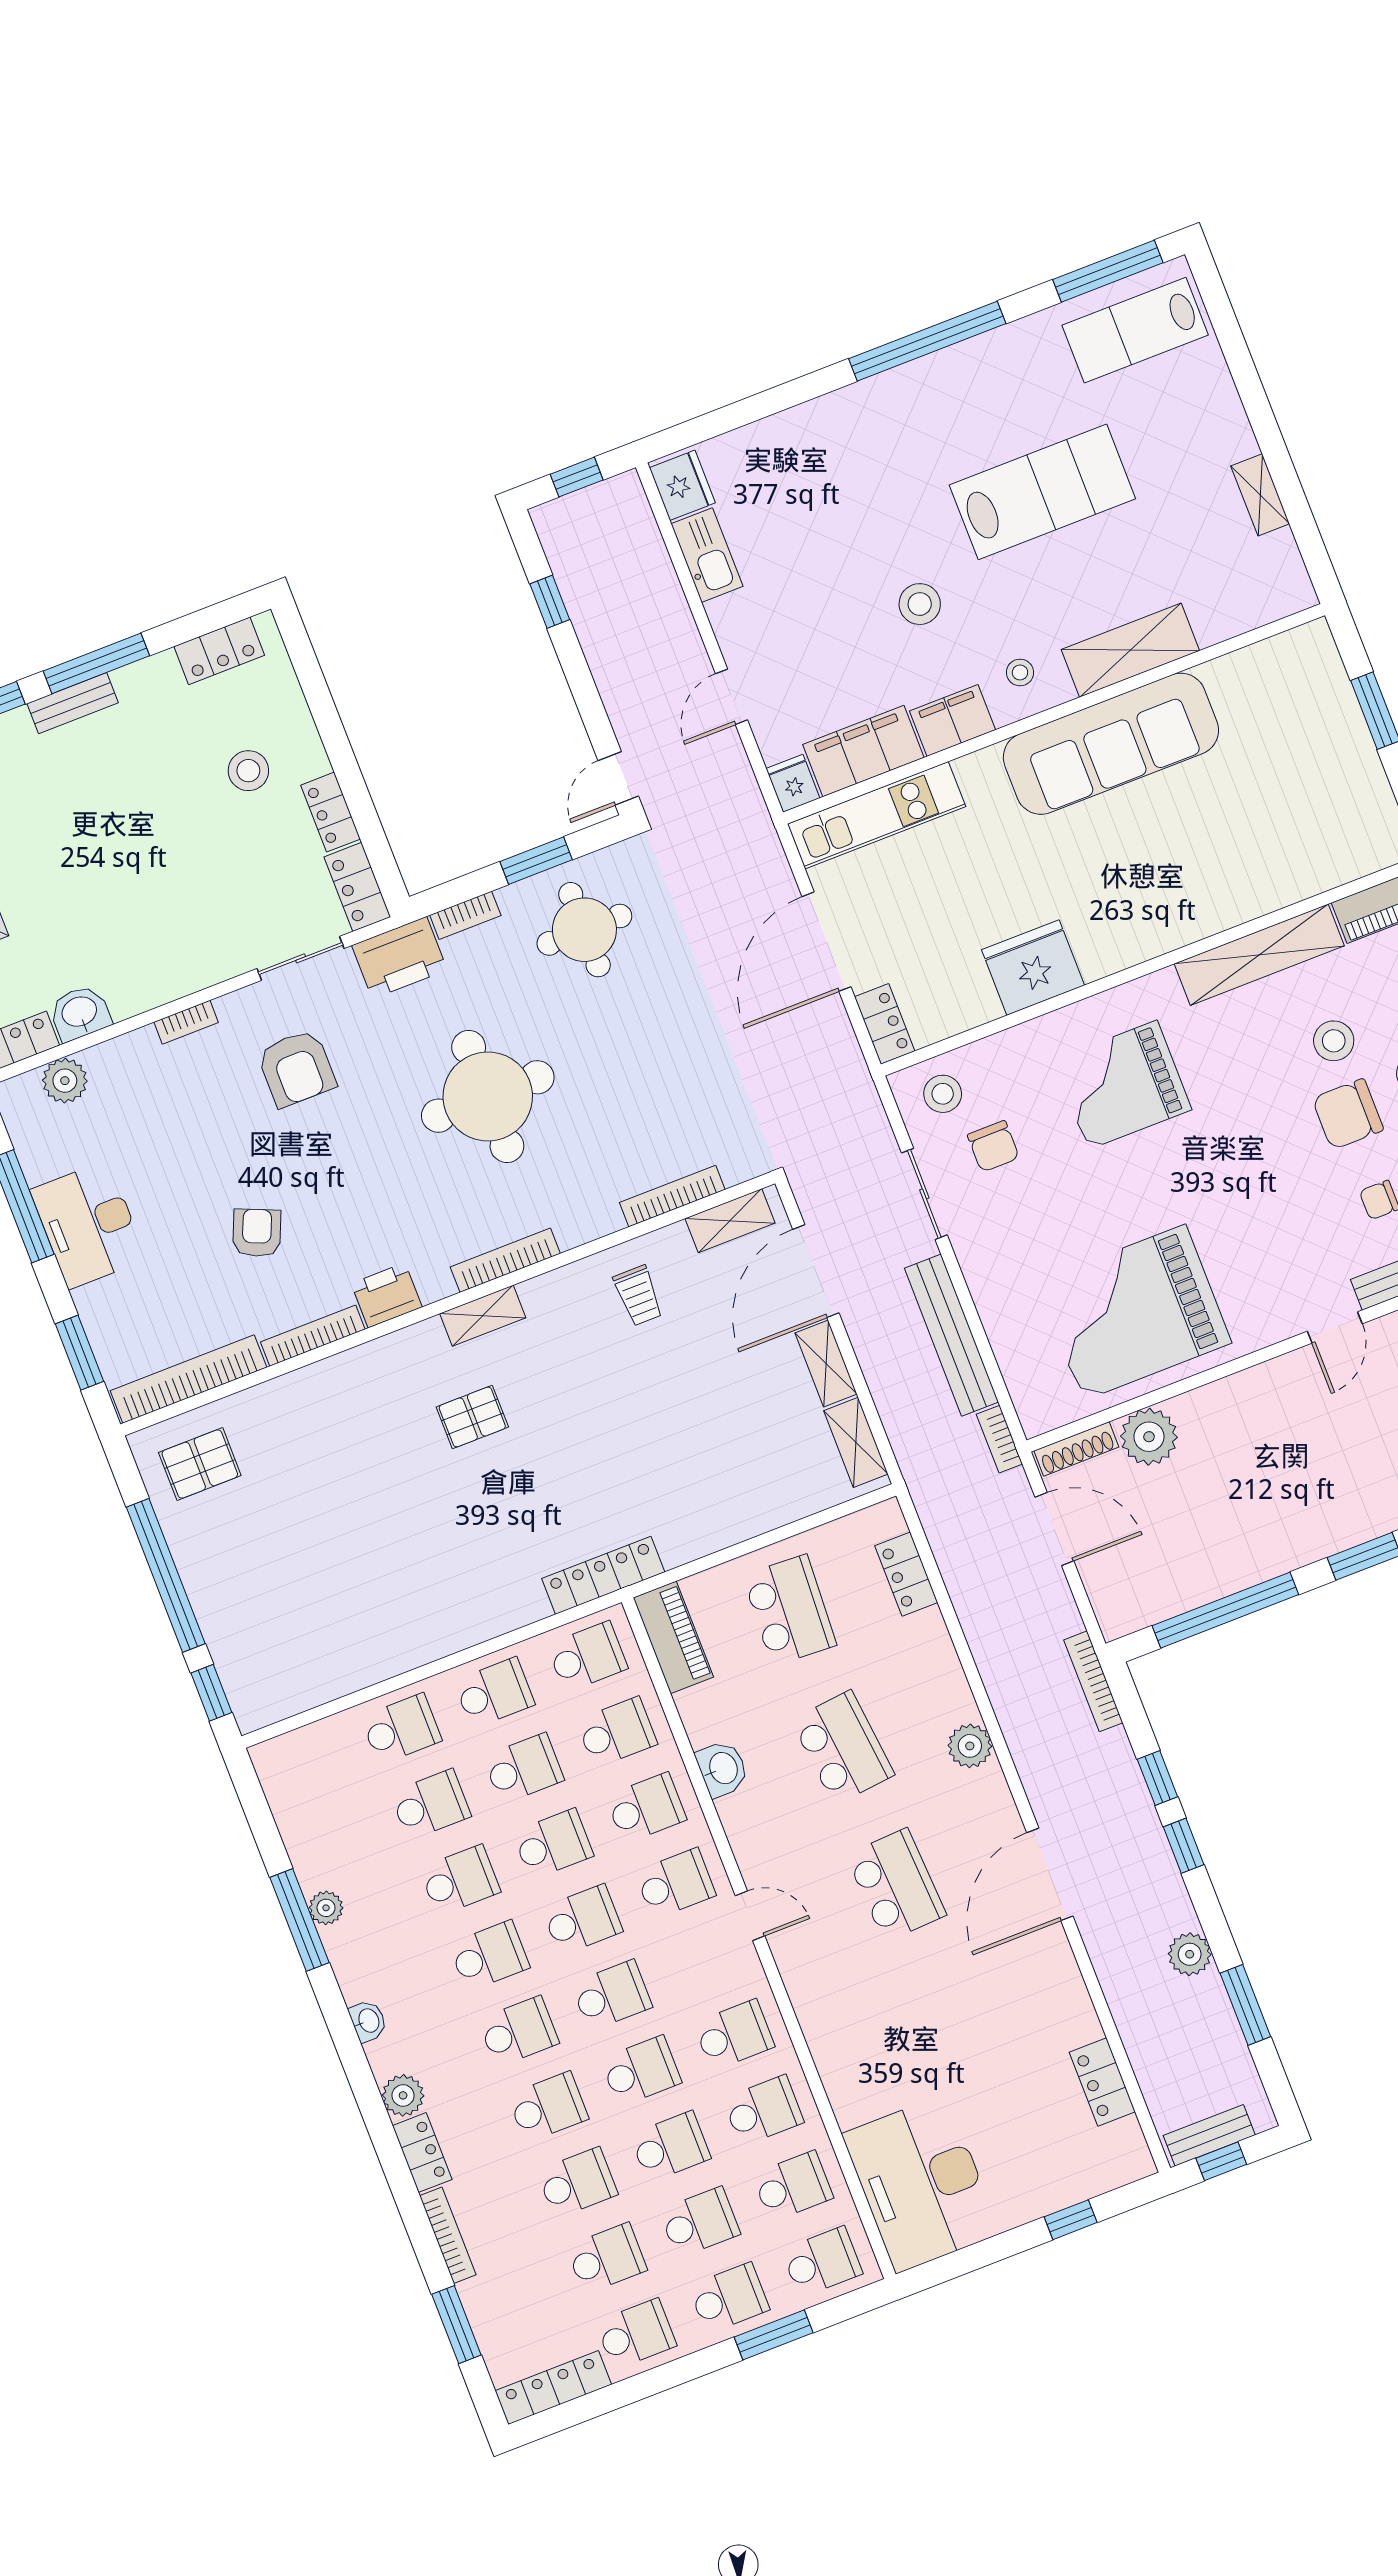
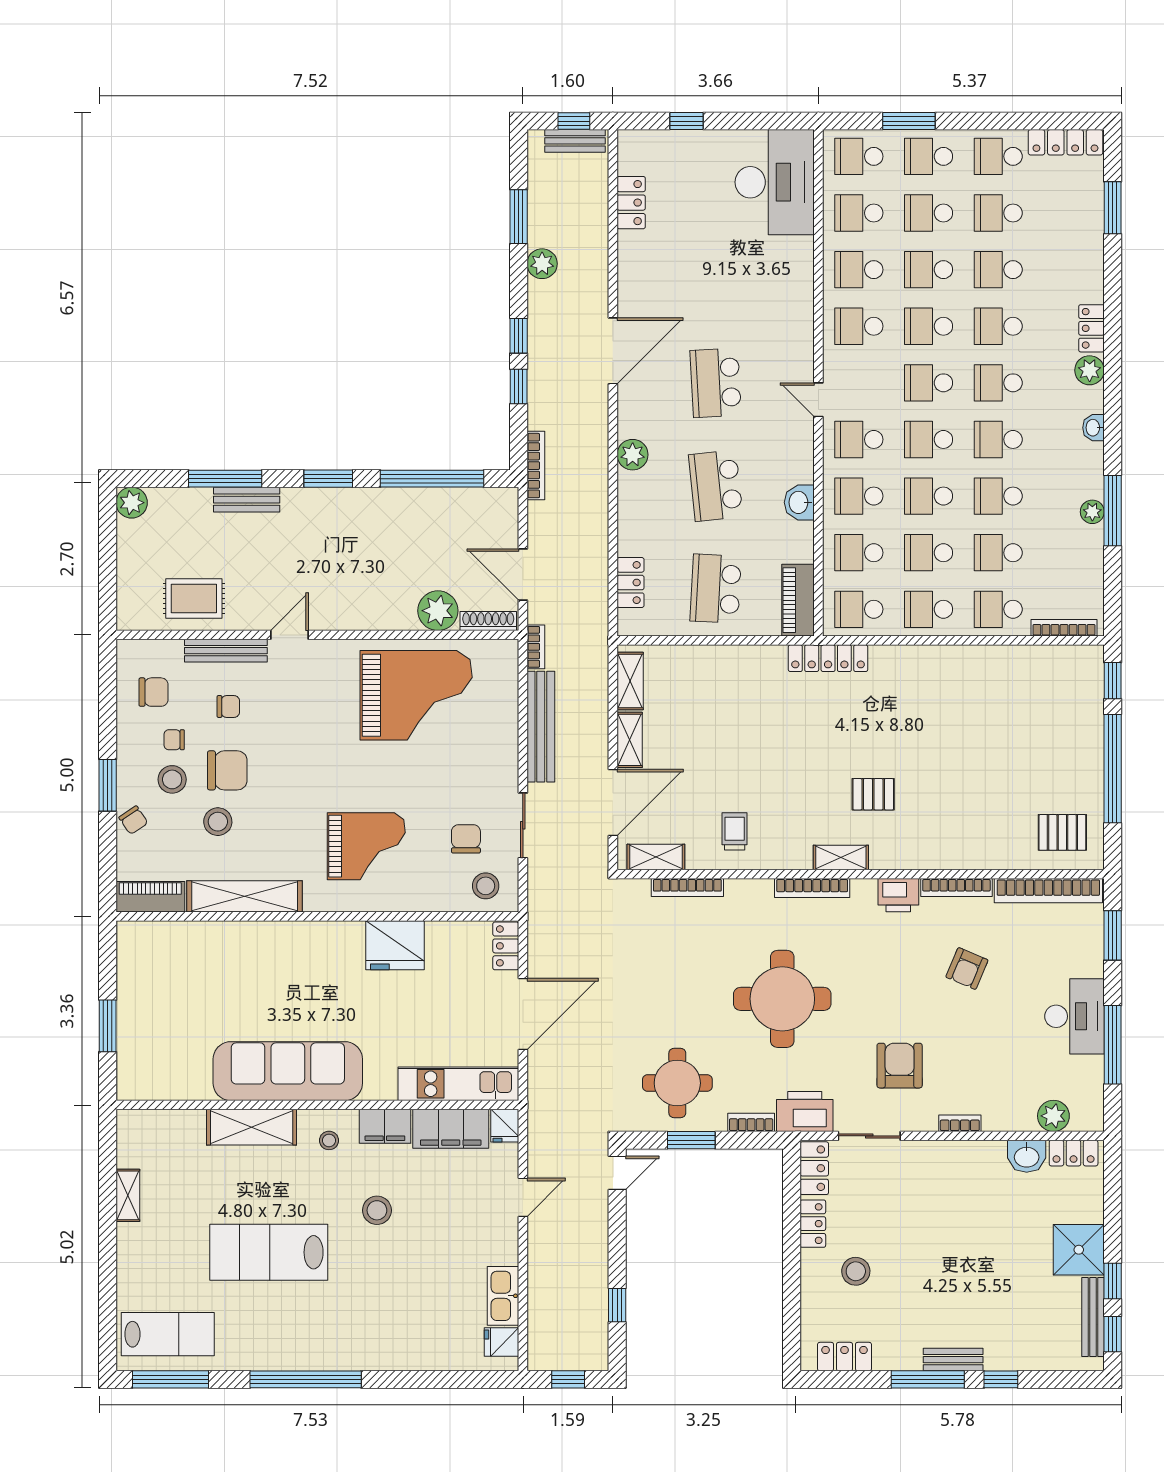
fridge: (682, 485) -> (502, 1342), width x0.72
bookcase: (448, 2235) -> (1064, 628), moved, turned 90

